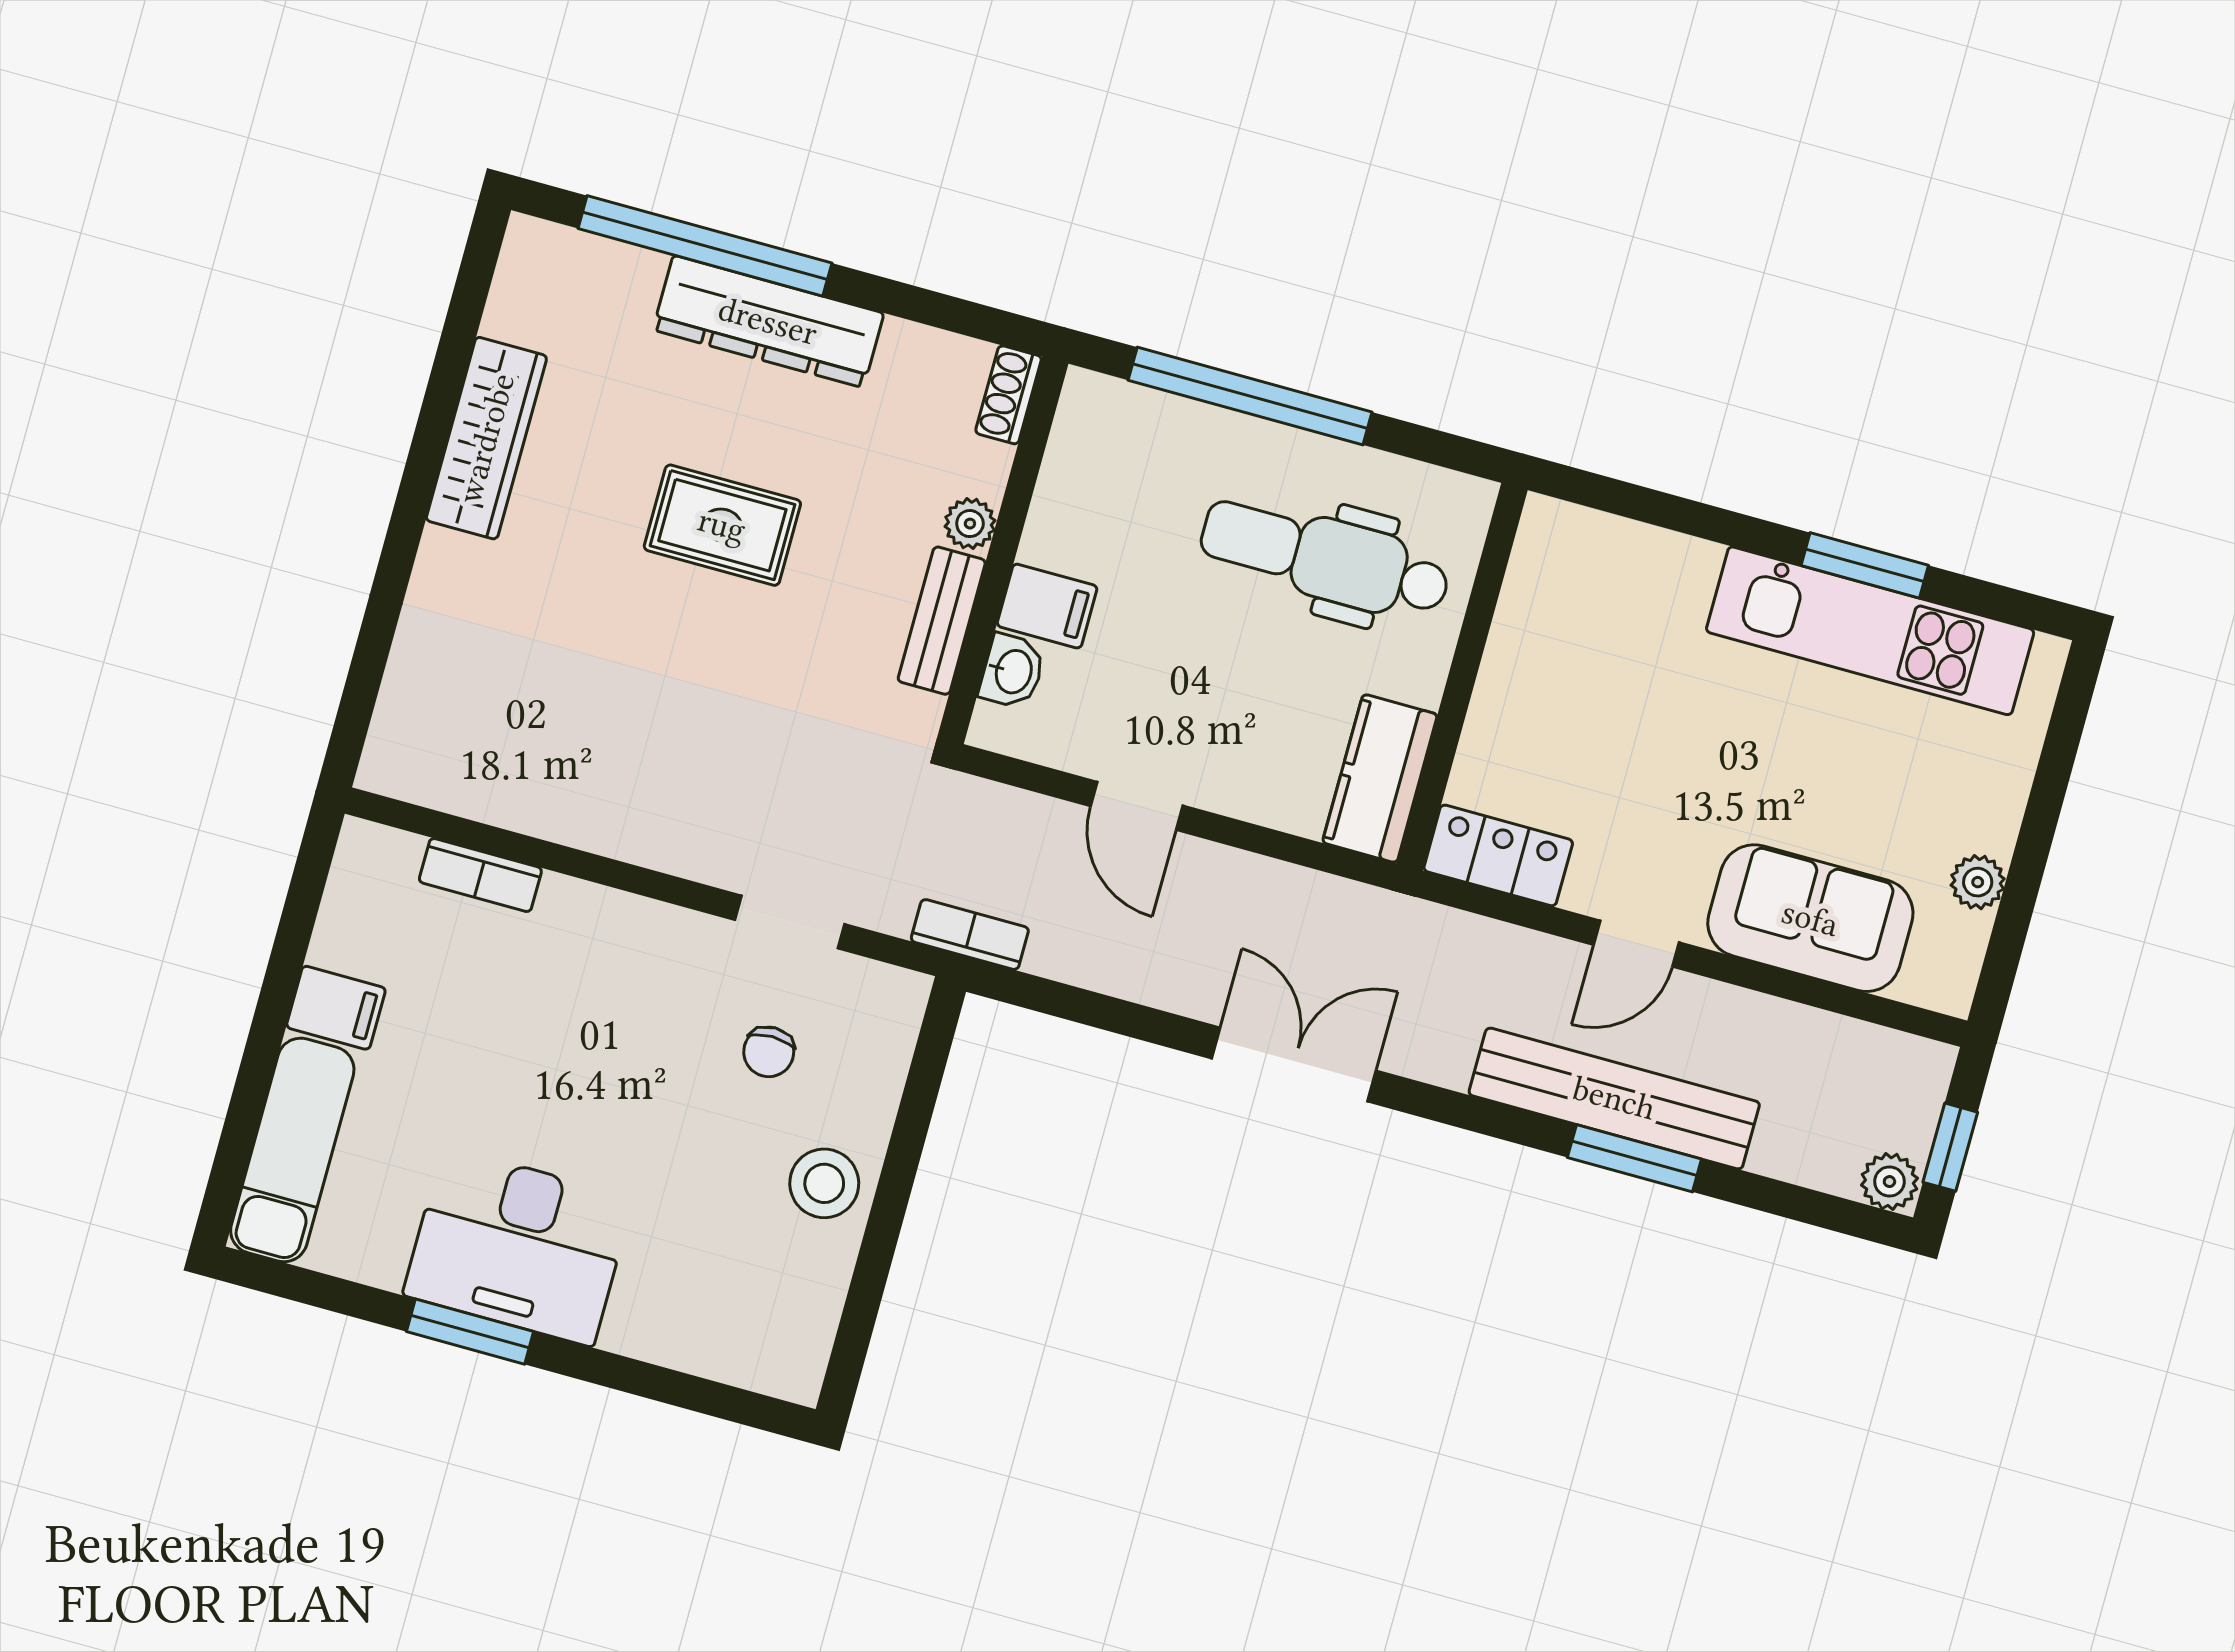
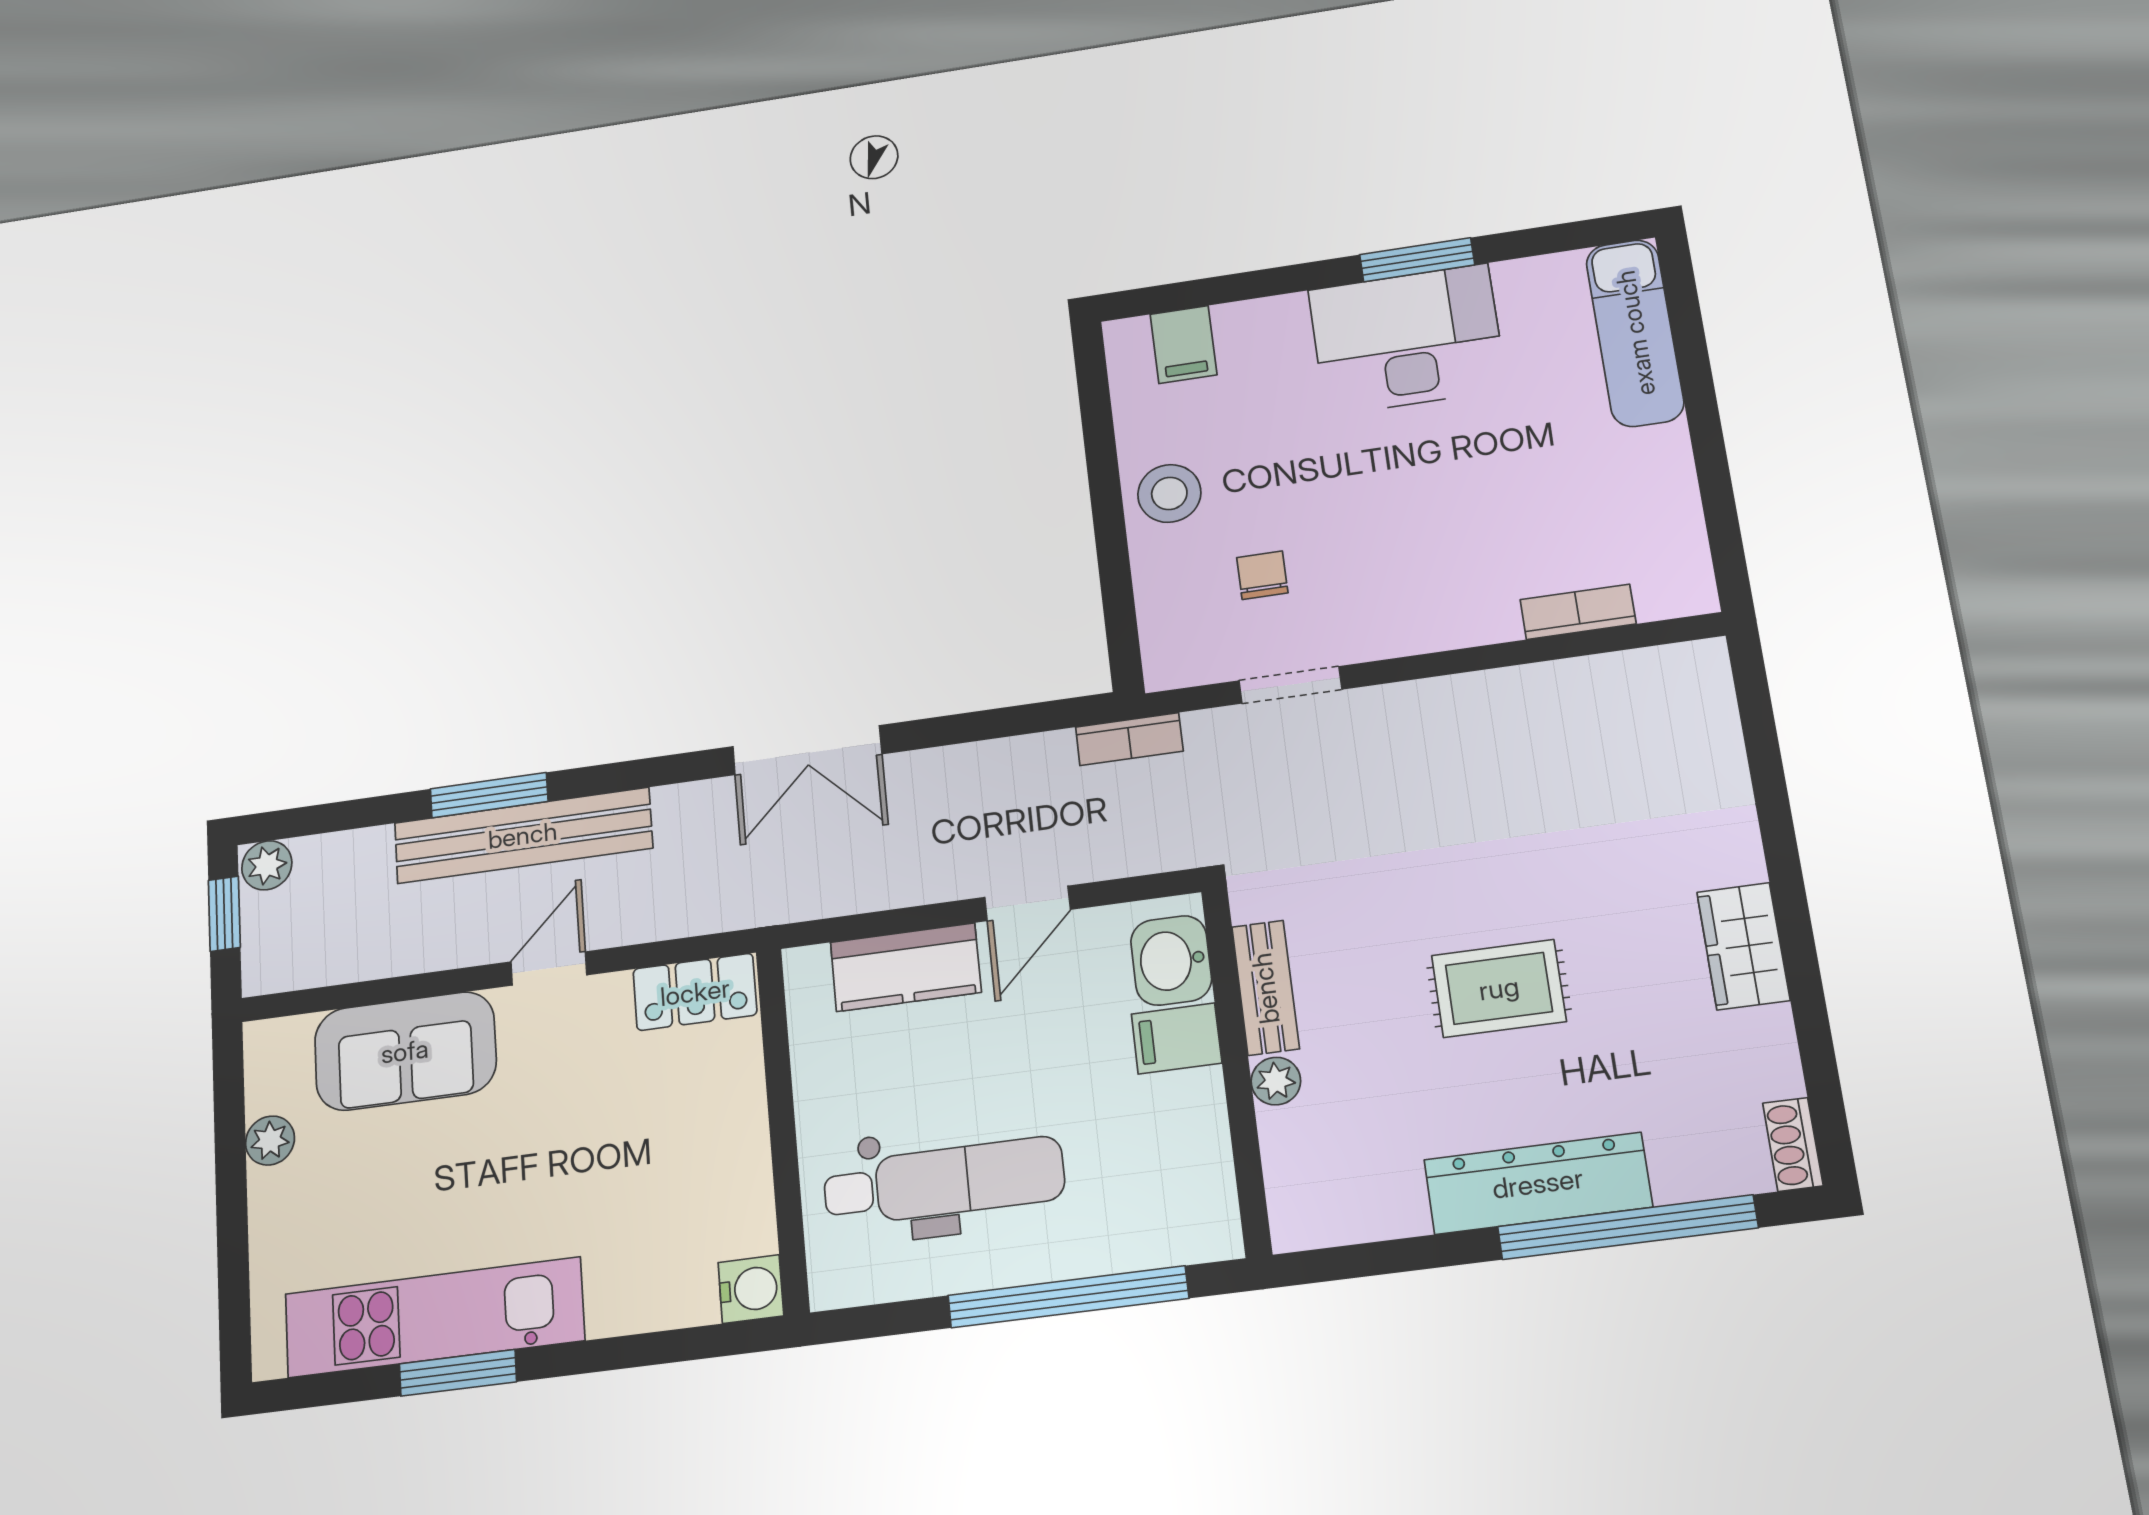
shoe rack: (1009, 395) -> (1793, 1144), moved, turned 180
wardrobe: (486, 438) -> (1743, 946), width x0.67
water cooler: (1550, 530) -> (751, 1289), added
washbasin: (1012, 671) -> (1171, 960), width x1.38, depth x1.45
kitchen counter: (1380, 779) -> (906, 967), moved, turned 90
door: (1137, 806) -> (1027, 903), swing flipped
filing cabinet: (336, 1008) -> (1183, 345), moved, turned -90

